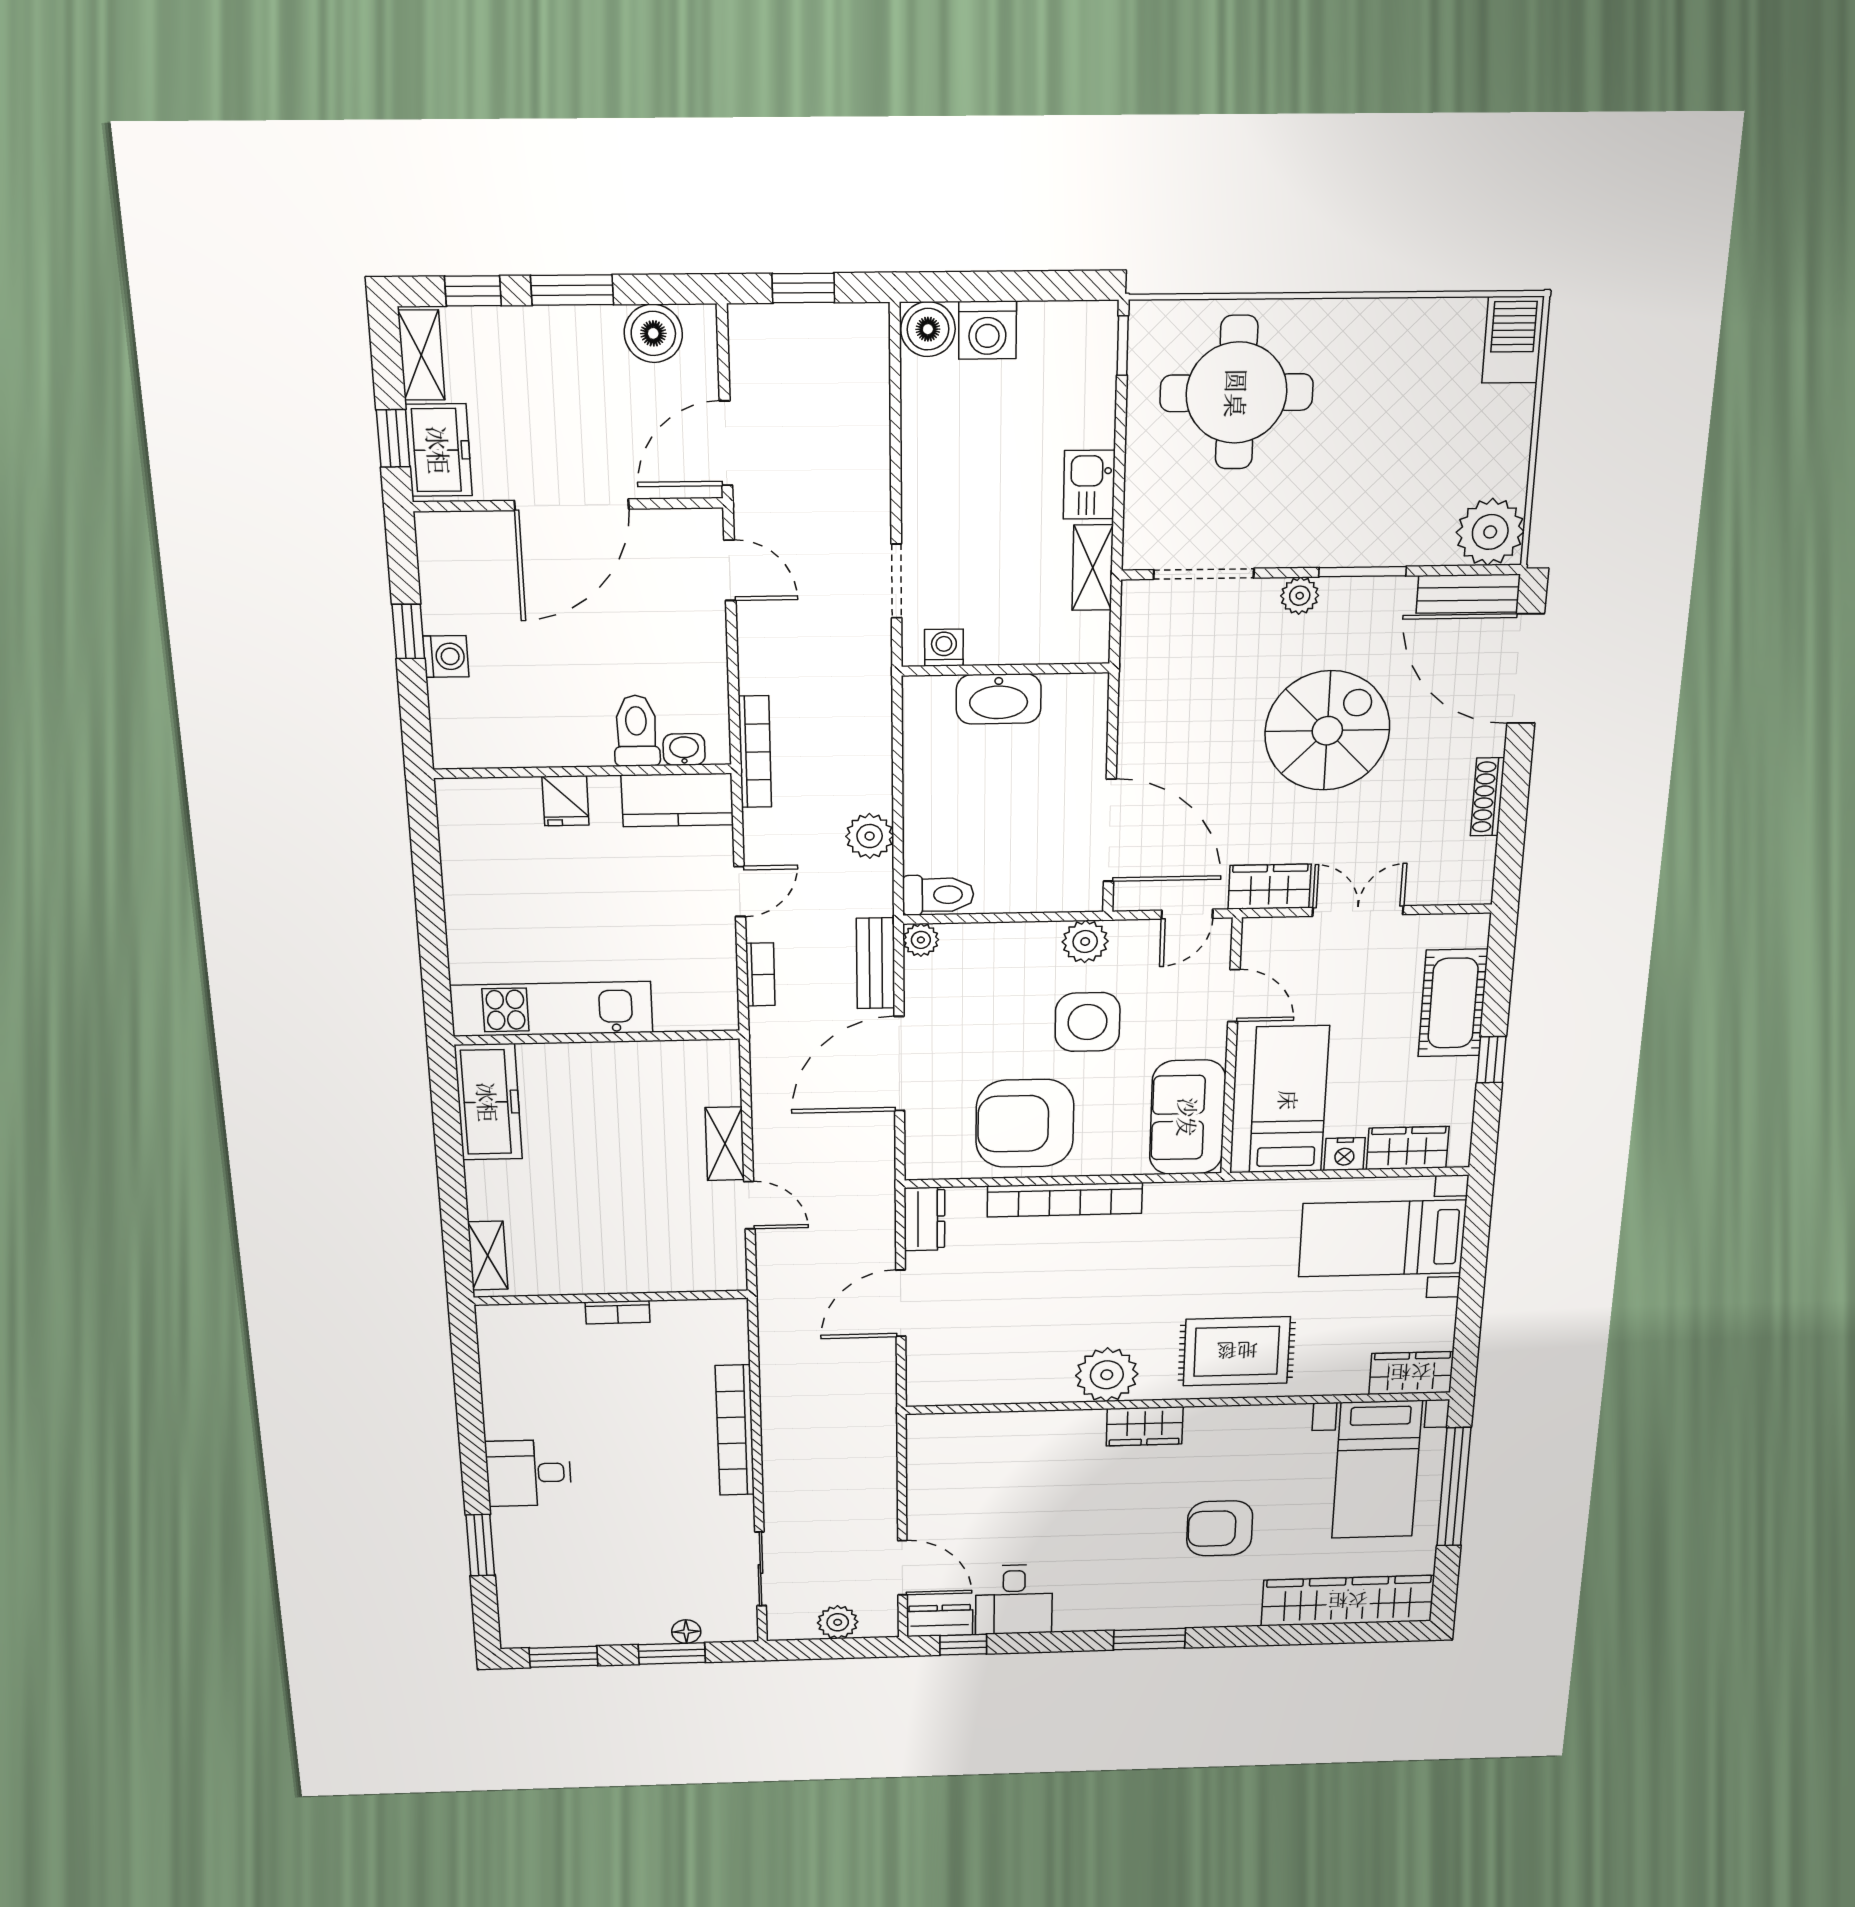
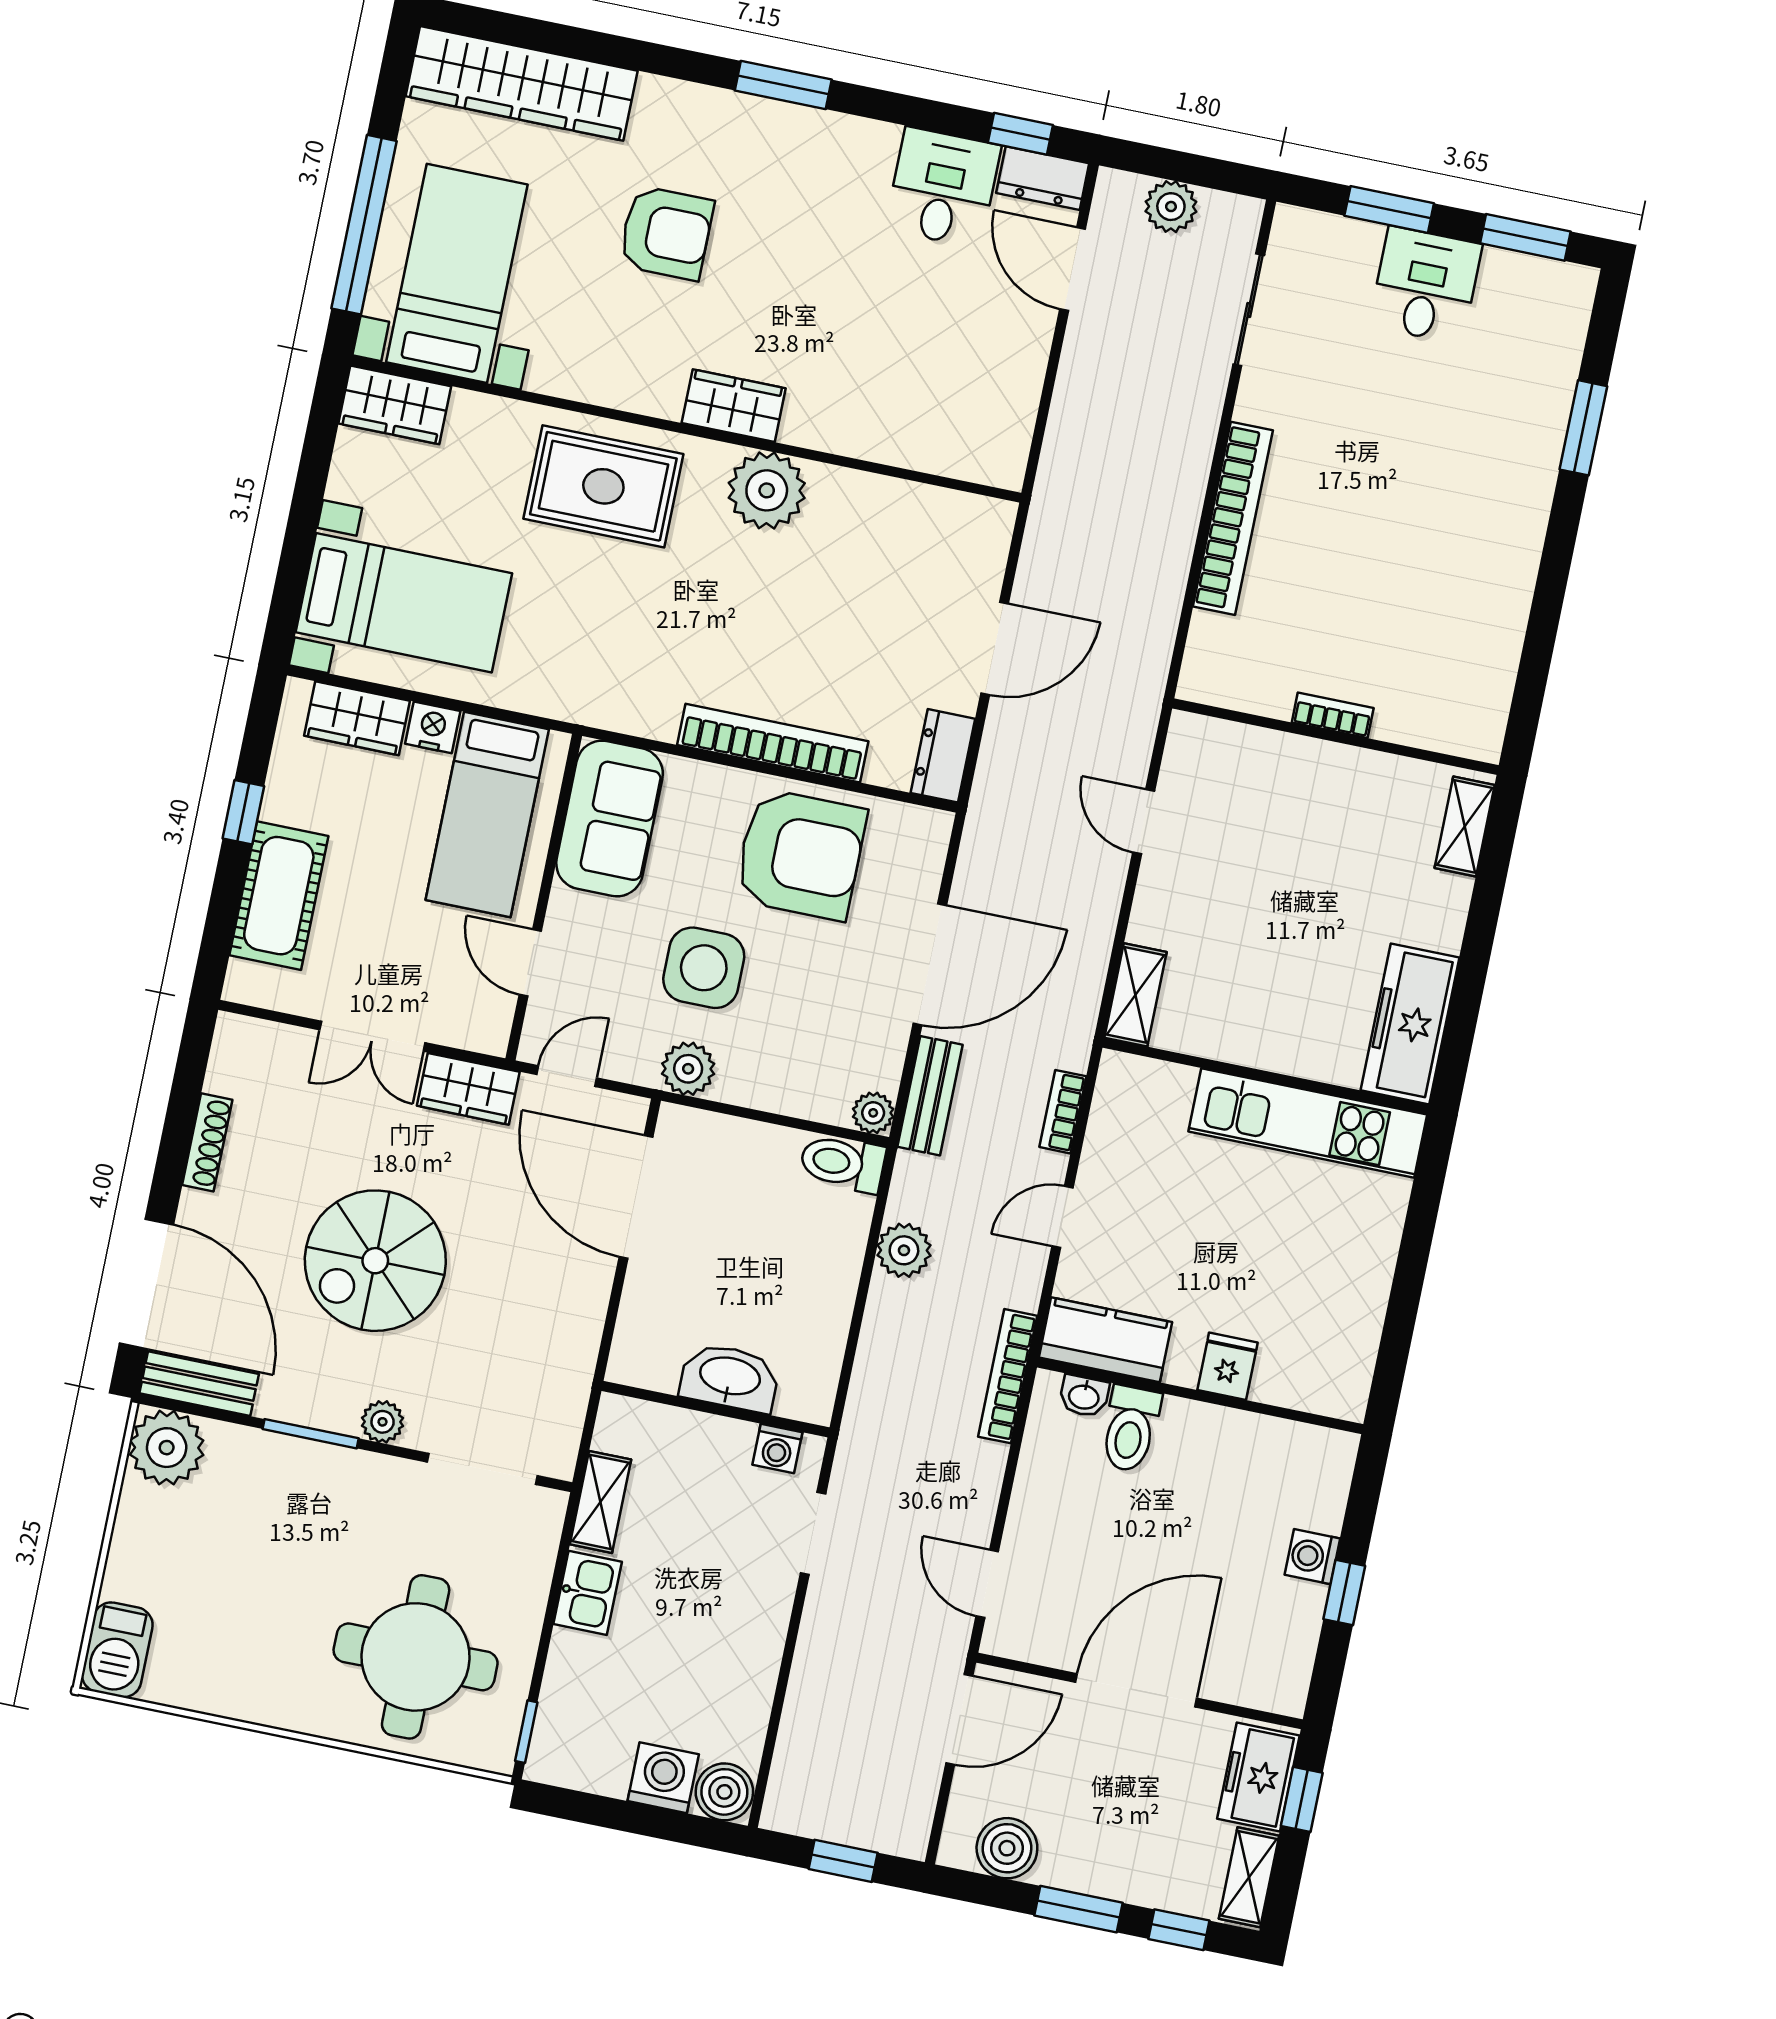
shelving: (725, 1144) -> (1135, 995), moved
desk: (529, 1473) -> (1425, 285), moved, turned -90
floor lamp: (686, 1632) -> (1363, 238), removed

